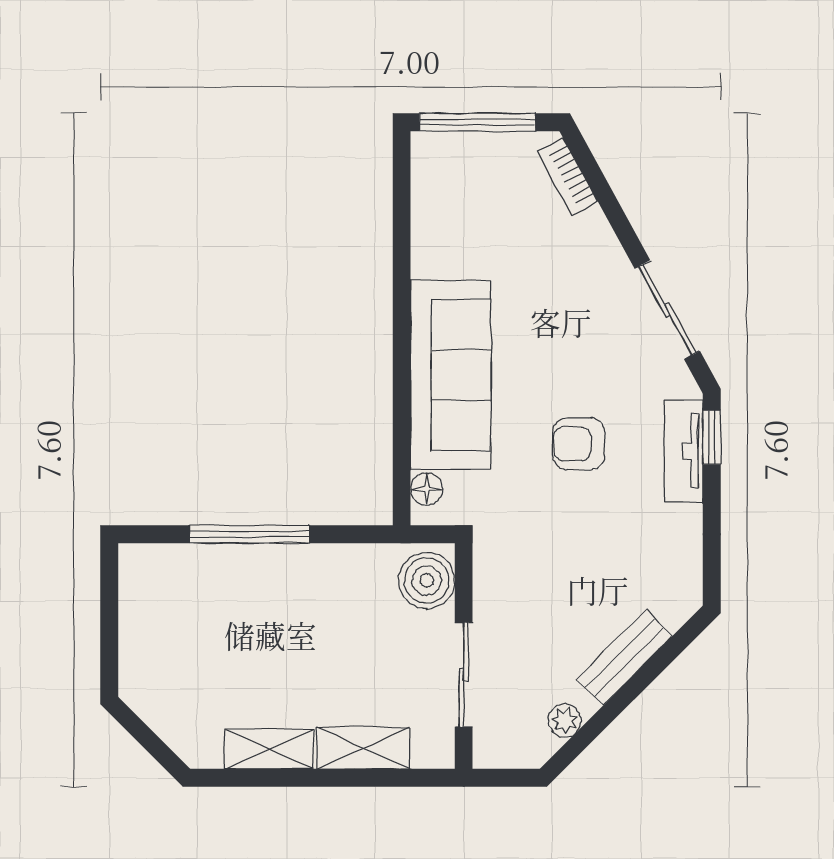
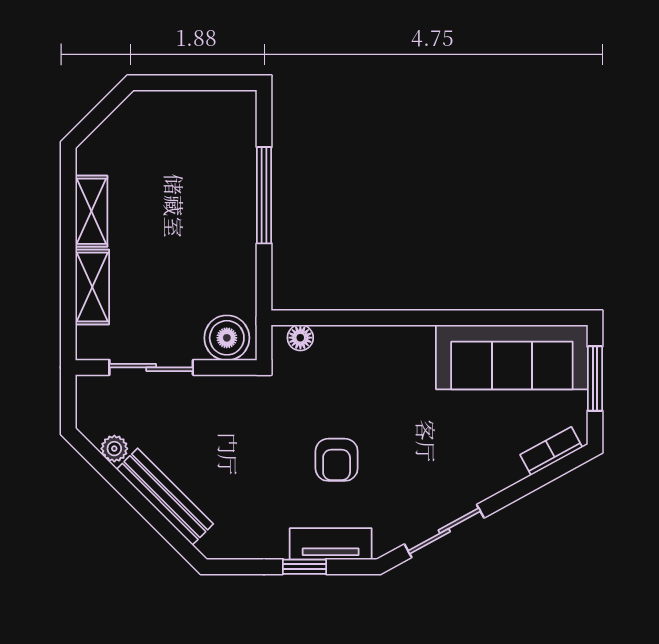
window: (477, 122) -> (595, 379), width x0.69
sofa: (451, 375) -> (512, 357), moved
window: (712, 437) -> (304, 567), moved
armchair: (579, 444) -> (337, 460), turned 180
bench: (624, 658) -> (165, 497), width x1.36

